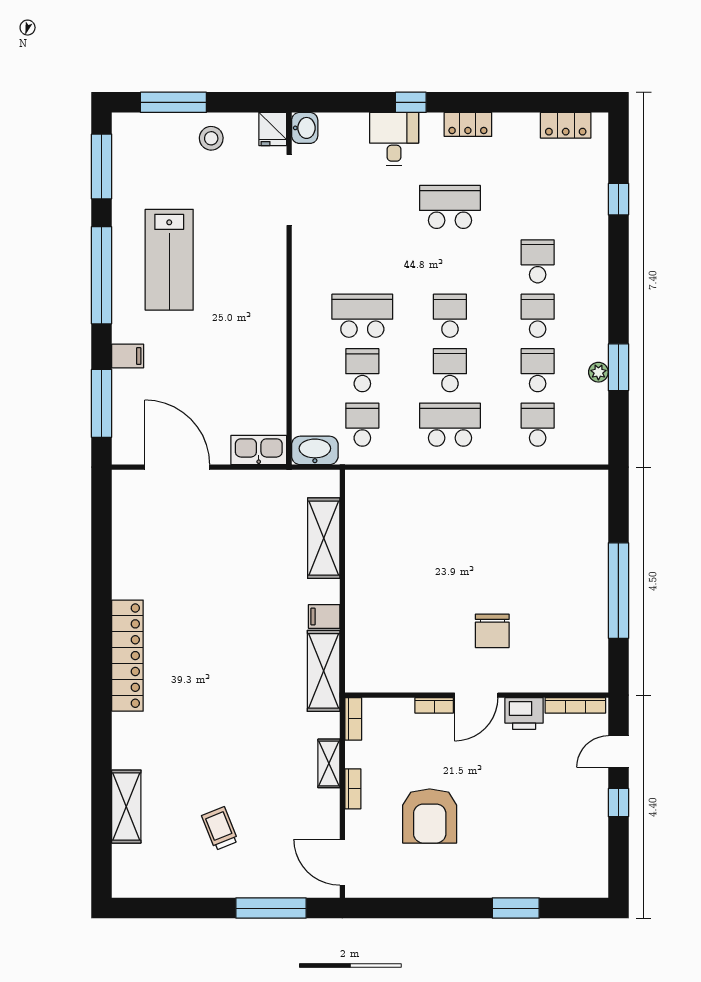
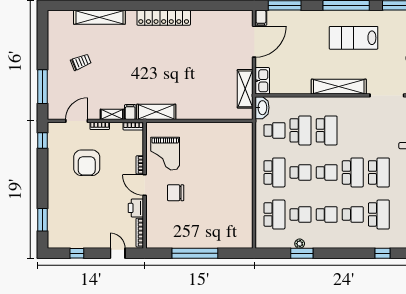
school desk: (538, 207) -> (379, 214), added
school desk: (450, 261) -> (353, 172), added
shelving: (271, 291) -> (339, 87), added
filing cabinet: (128, 356) -> (261, 18), moved
school desk: (362, 370) -> (301, 130), width x1.85
school desk: (538, 425) -> (274, 214), width x1.85
shelving: (324, 538) -> (245, 89), moved, turned 90
filing cabinet: (324, 617) -> (130, 112), moved
grand piano: (411, 652) -> (165, 154), added
window: (618, 803) -> (77, 253), moved
shelving: (126, 807) -> (99, 17), width x1.47
armchair: (430, 816) -> (87, 163), turned -90
door: (342, 862) -> (77, 121), moved
window: (383, 908) -> (43, 140), added
window: (516, 908) -> (43, 220), moved

